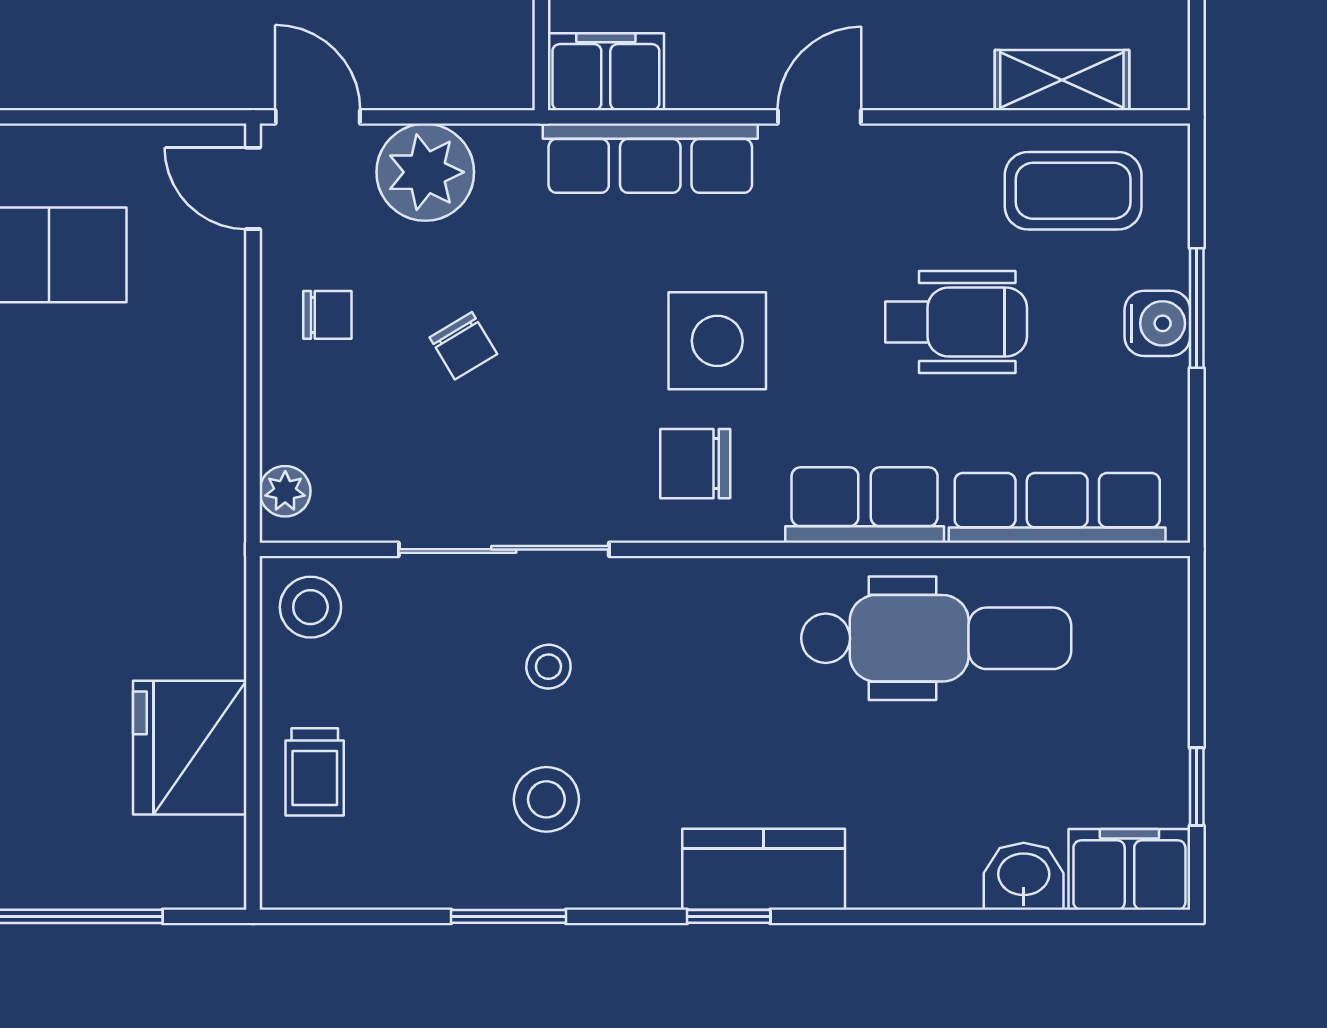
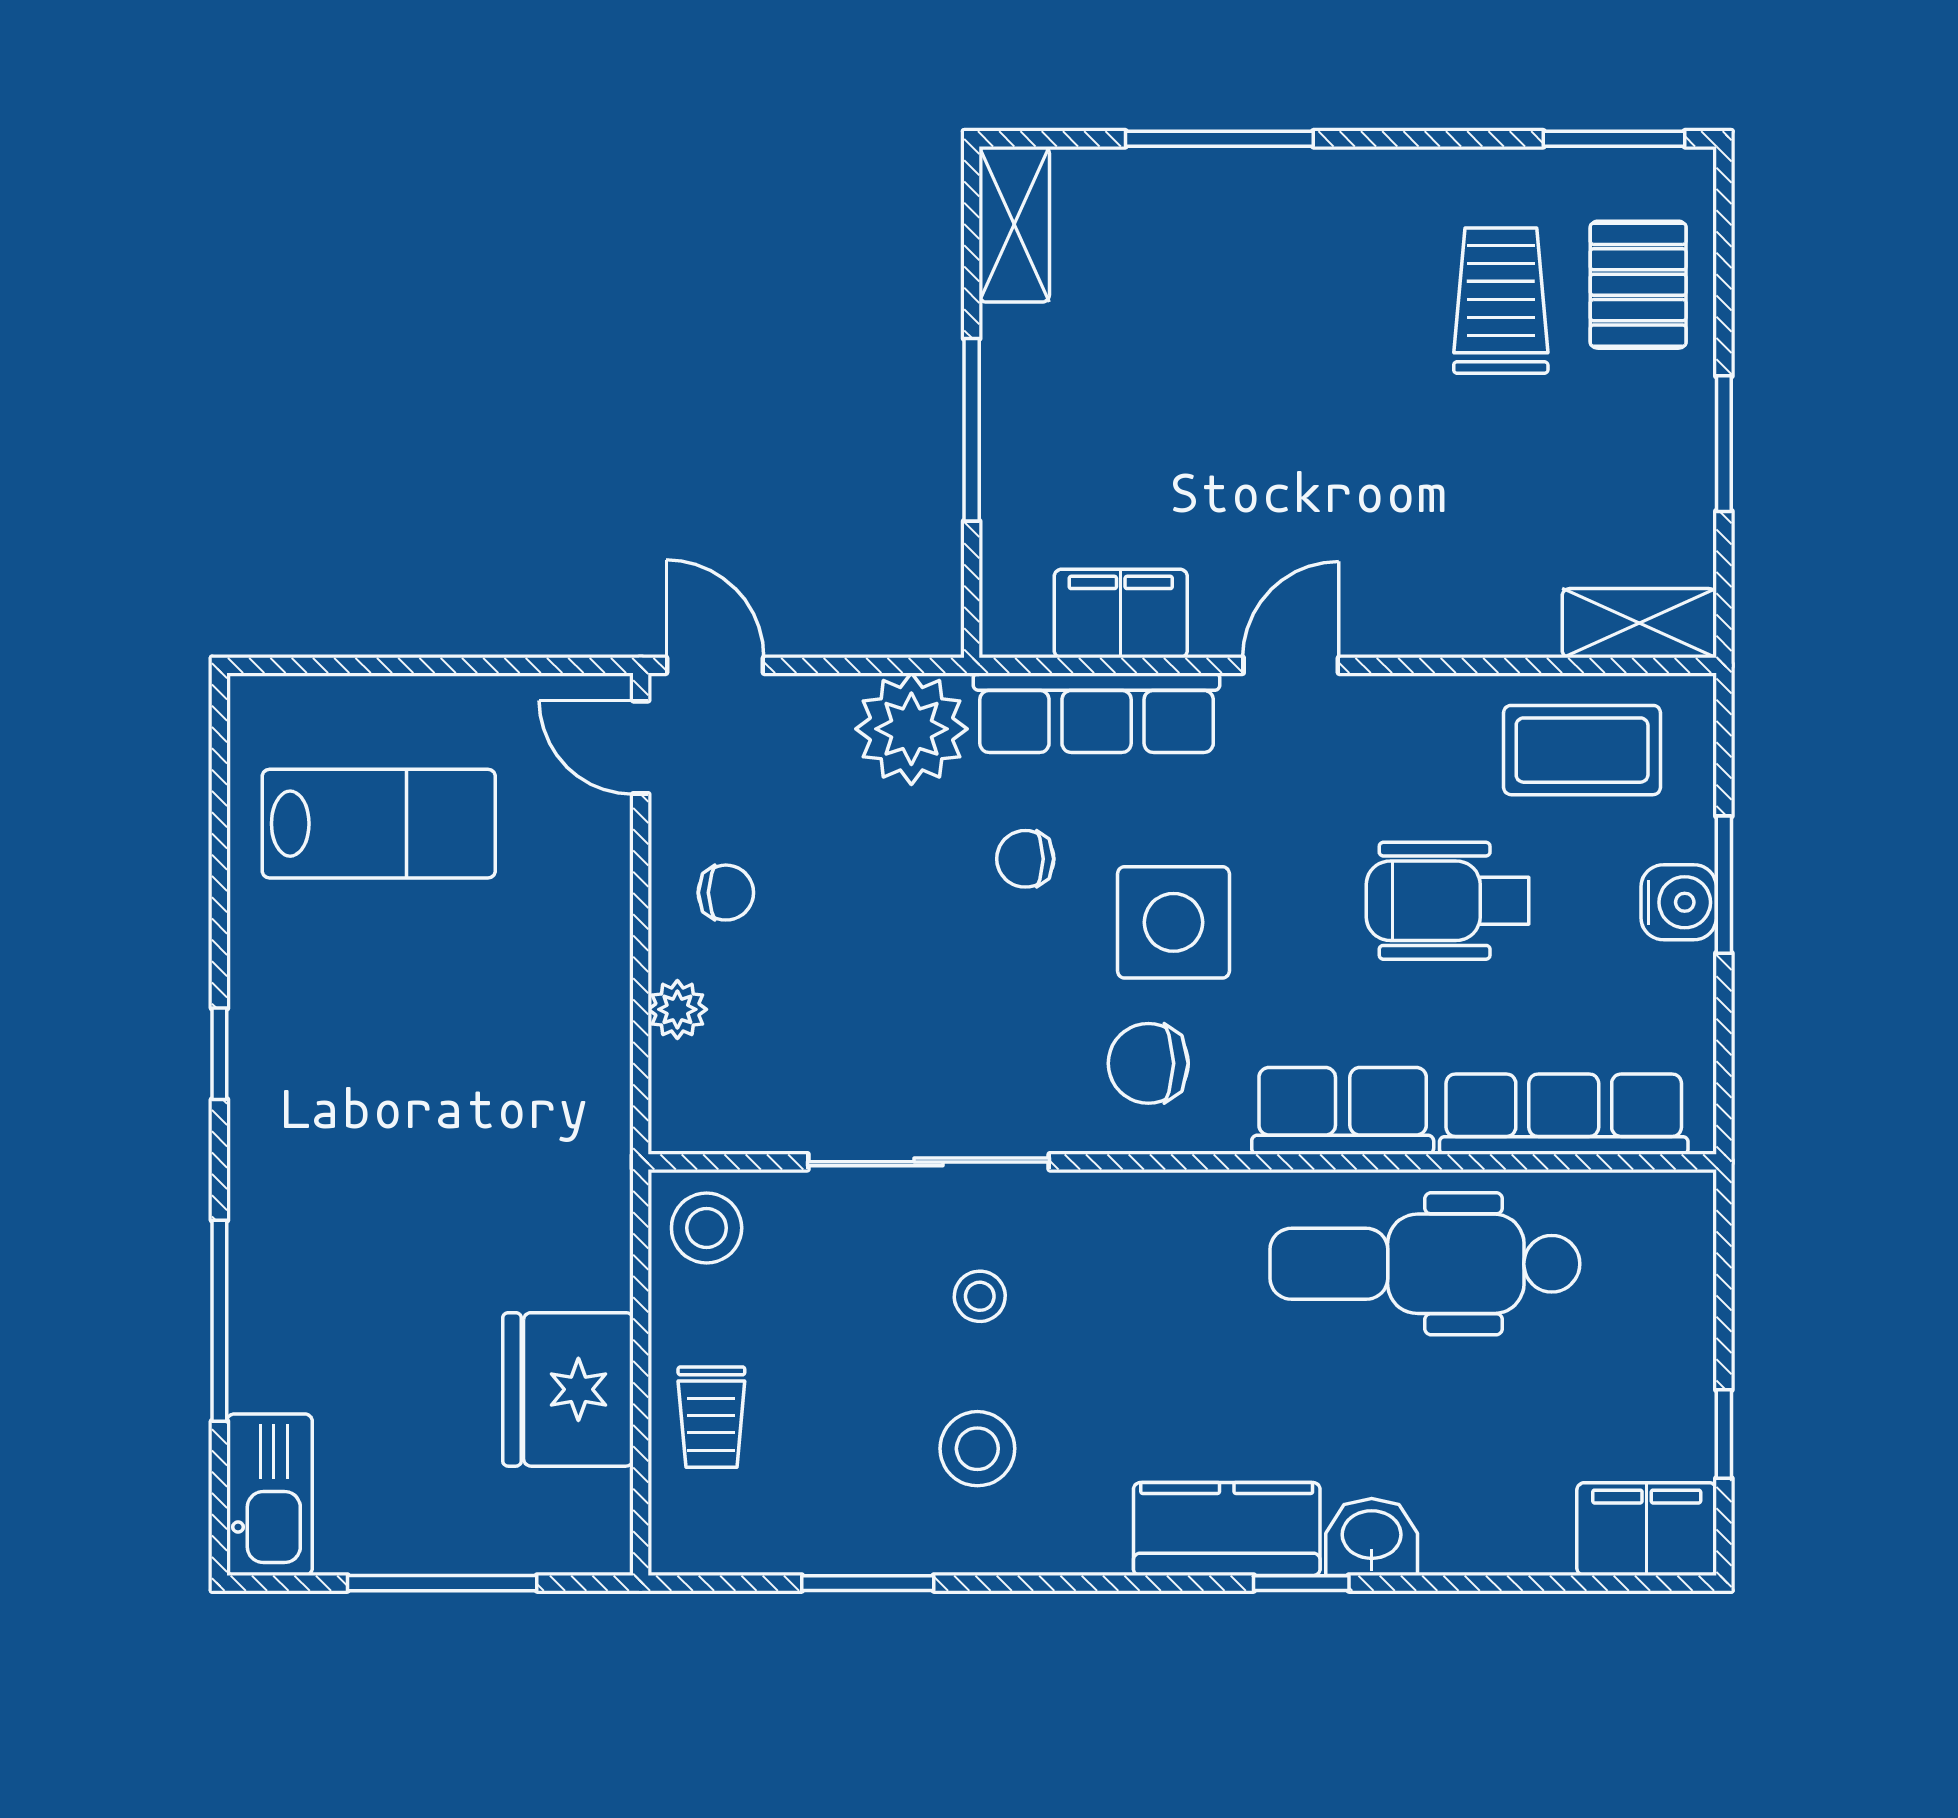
filing cabinet: (606, 72) -> (1121, 613), moved
shelving: (1062, 80) -> (1639, 623), moved
plant: (425, 172) -> (911, 729), moved
wheelchair: (956, 322) -> (1448, 901), turned 180
chair: (463, 346) -> (1025, 859), moved, turned 121
plant: (285, 491) -> (677, 1009), moved
dental chair: (936, 638) -> (1425, 1264), turned 180
washbasin: (1024, 876) -> (1372, 1537), moved
window: (509, 916) -> (868, 1583), moved
window: (729, 916) -> (1301, 1583), moved

